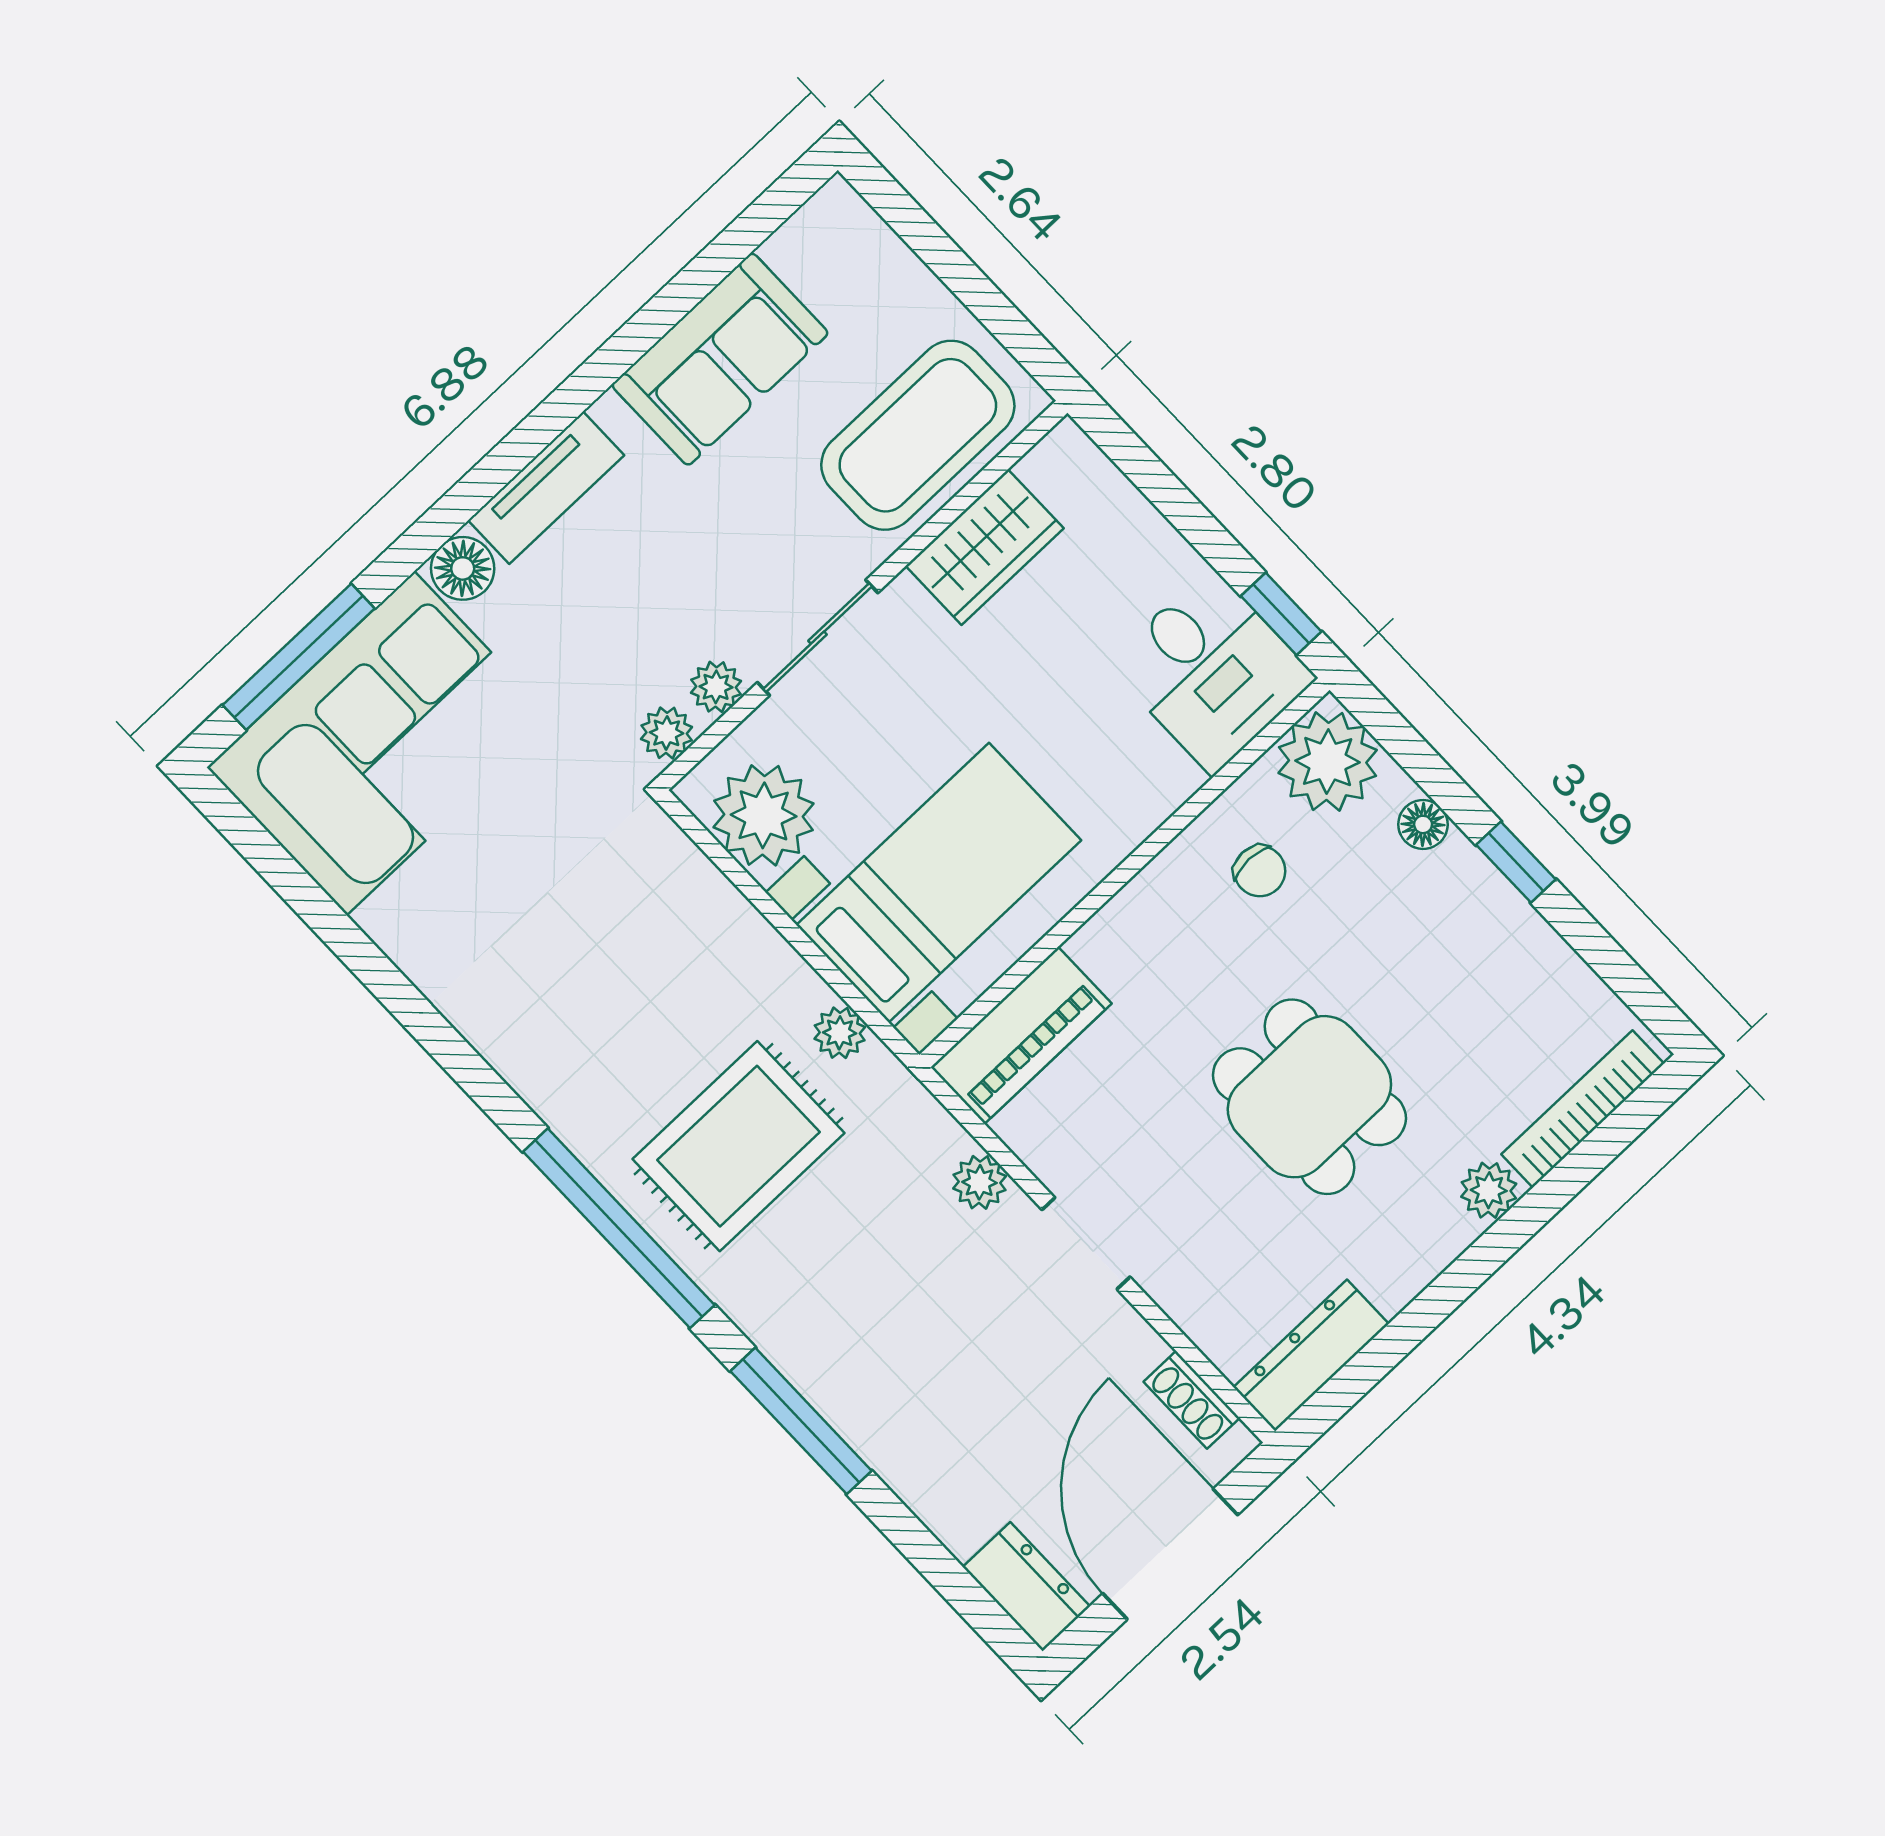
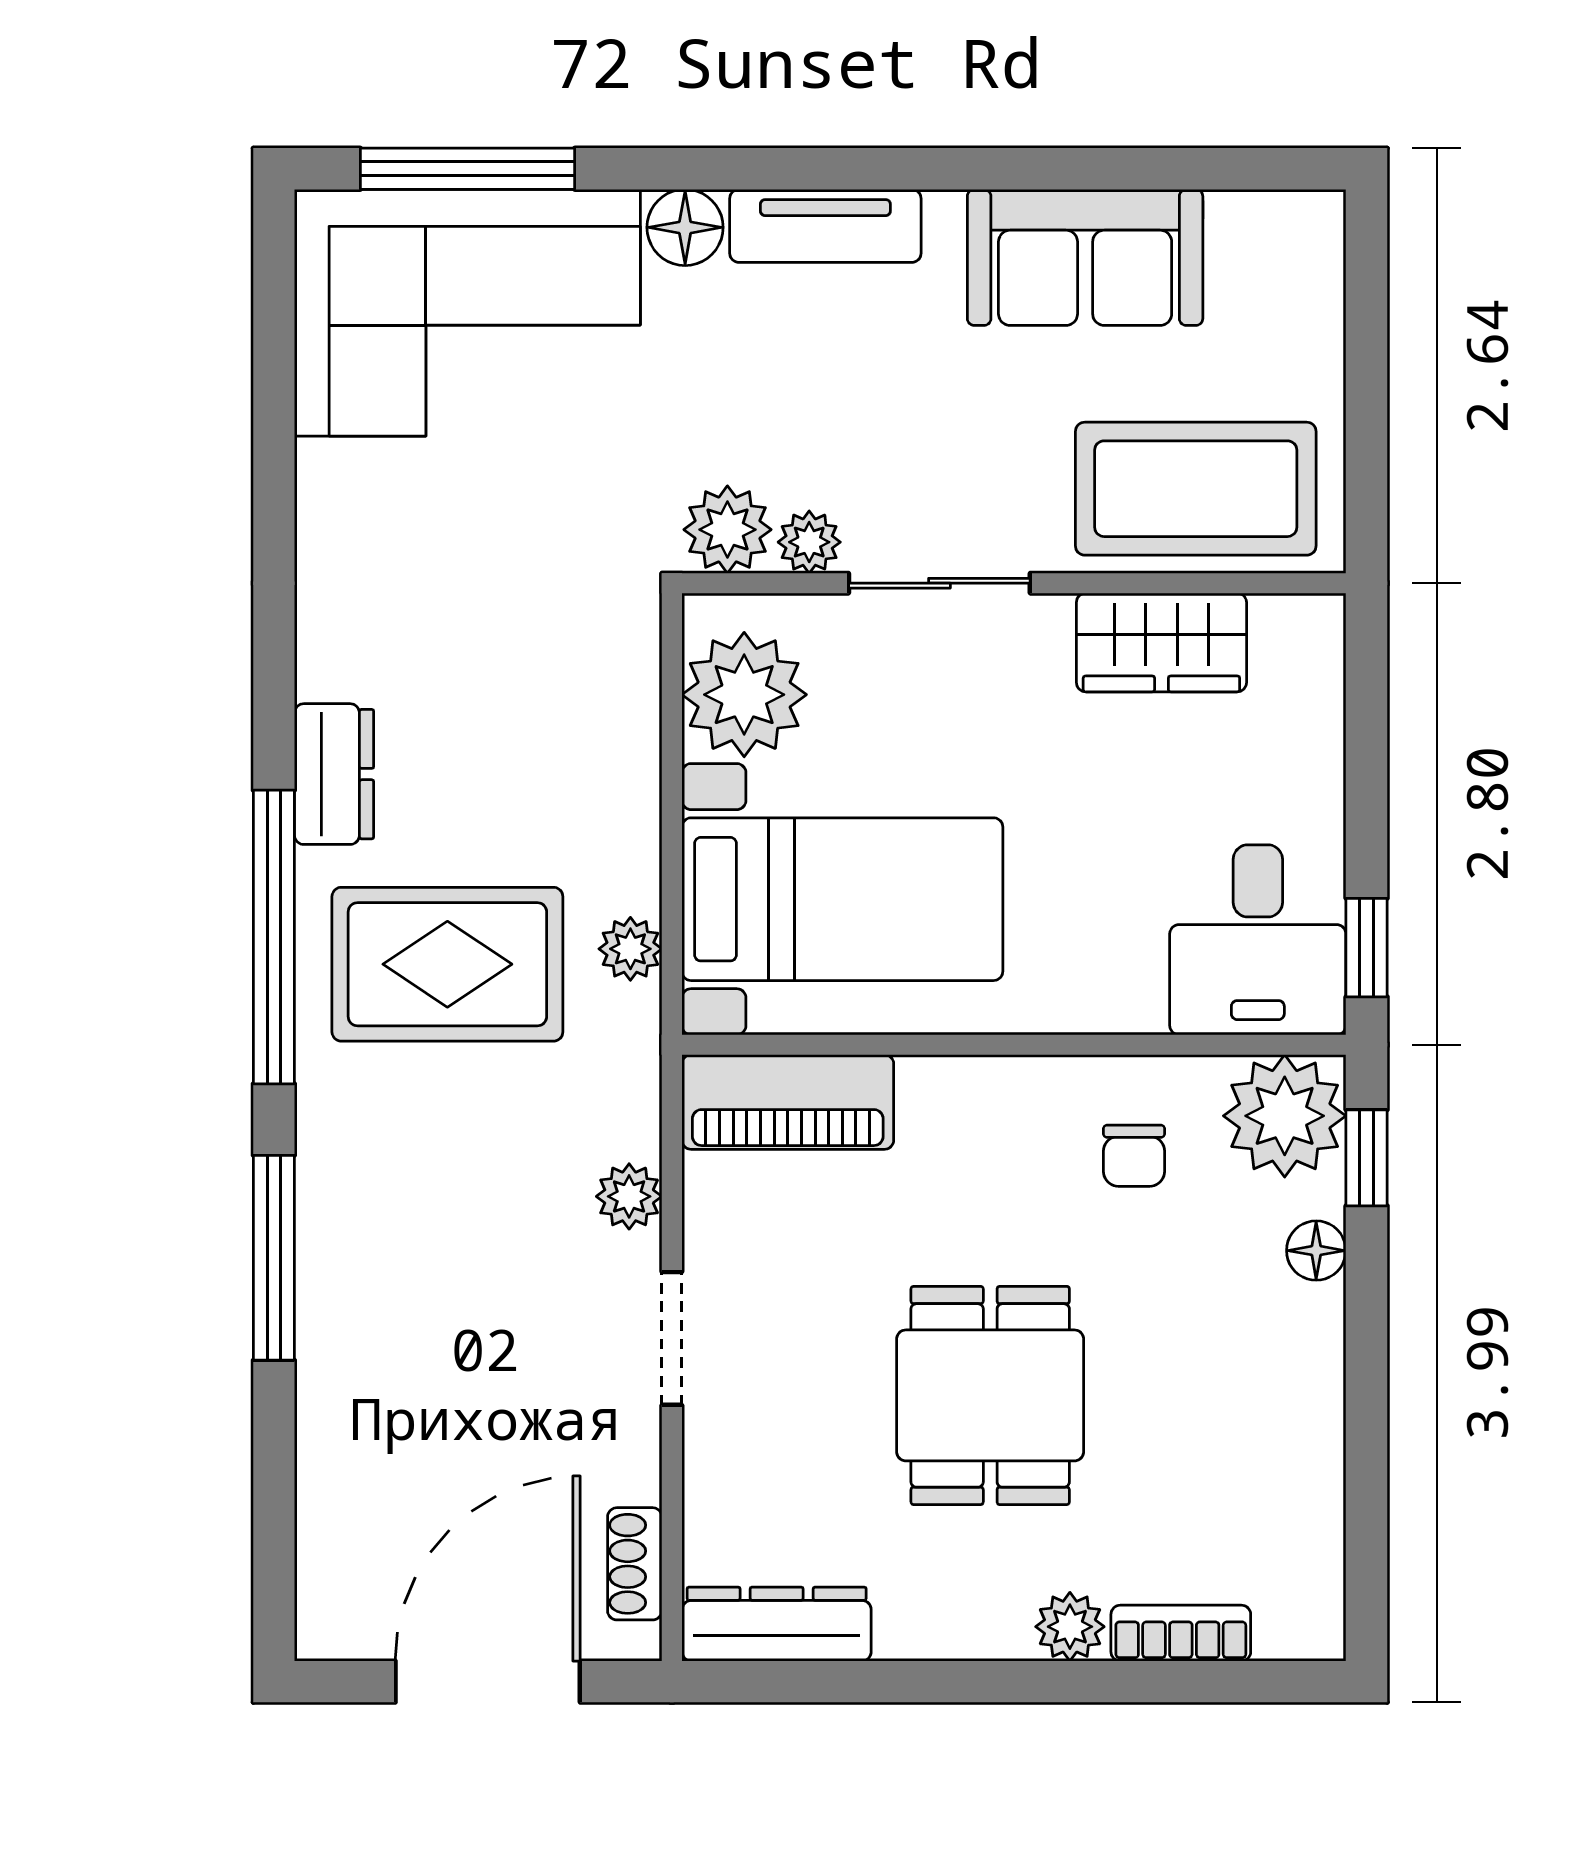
plant: (667, 733) -> (727, 530), width x1.38, depth x1.38
window: (1516, 862) -> (1367, 1158), moved
bookcase: (1583, 1109) -> (1181, 1633), width x0.64
dresser: (1026, 1587) -> (334, 774), moved

